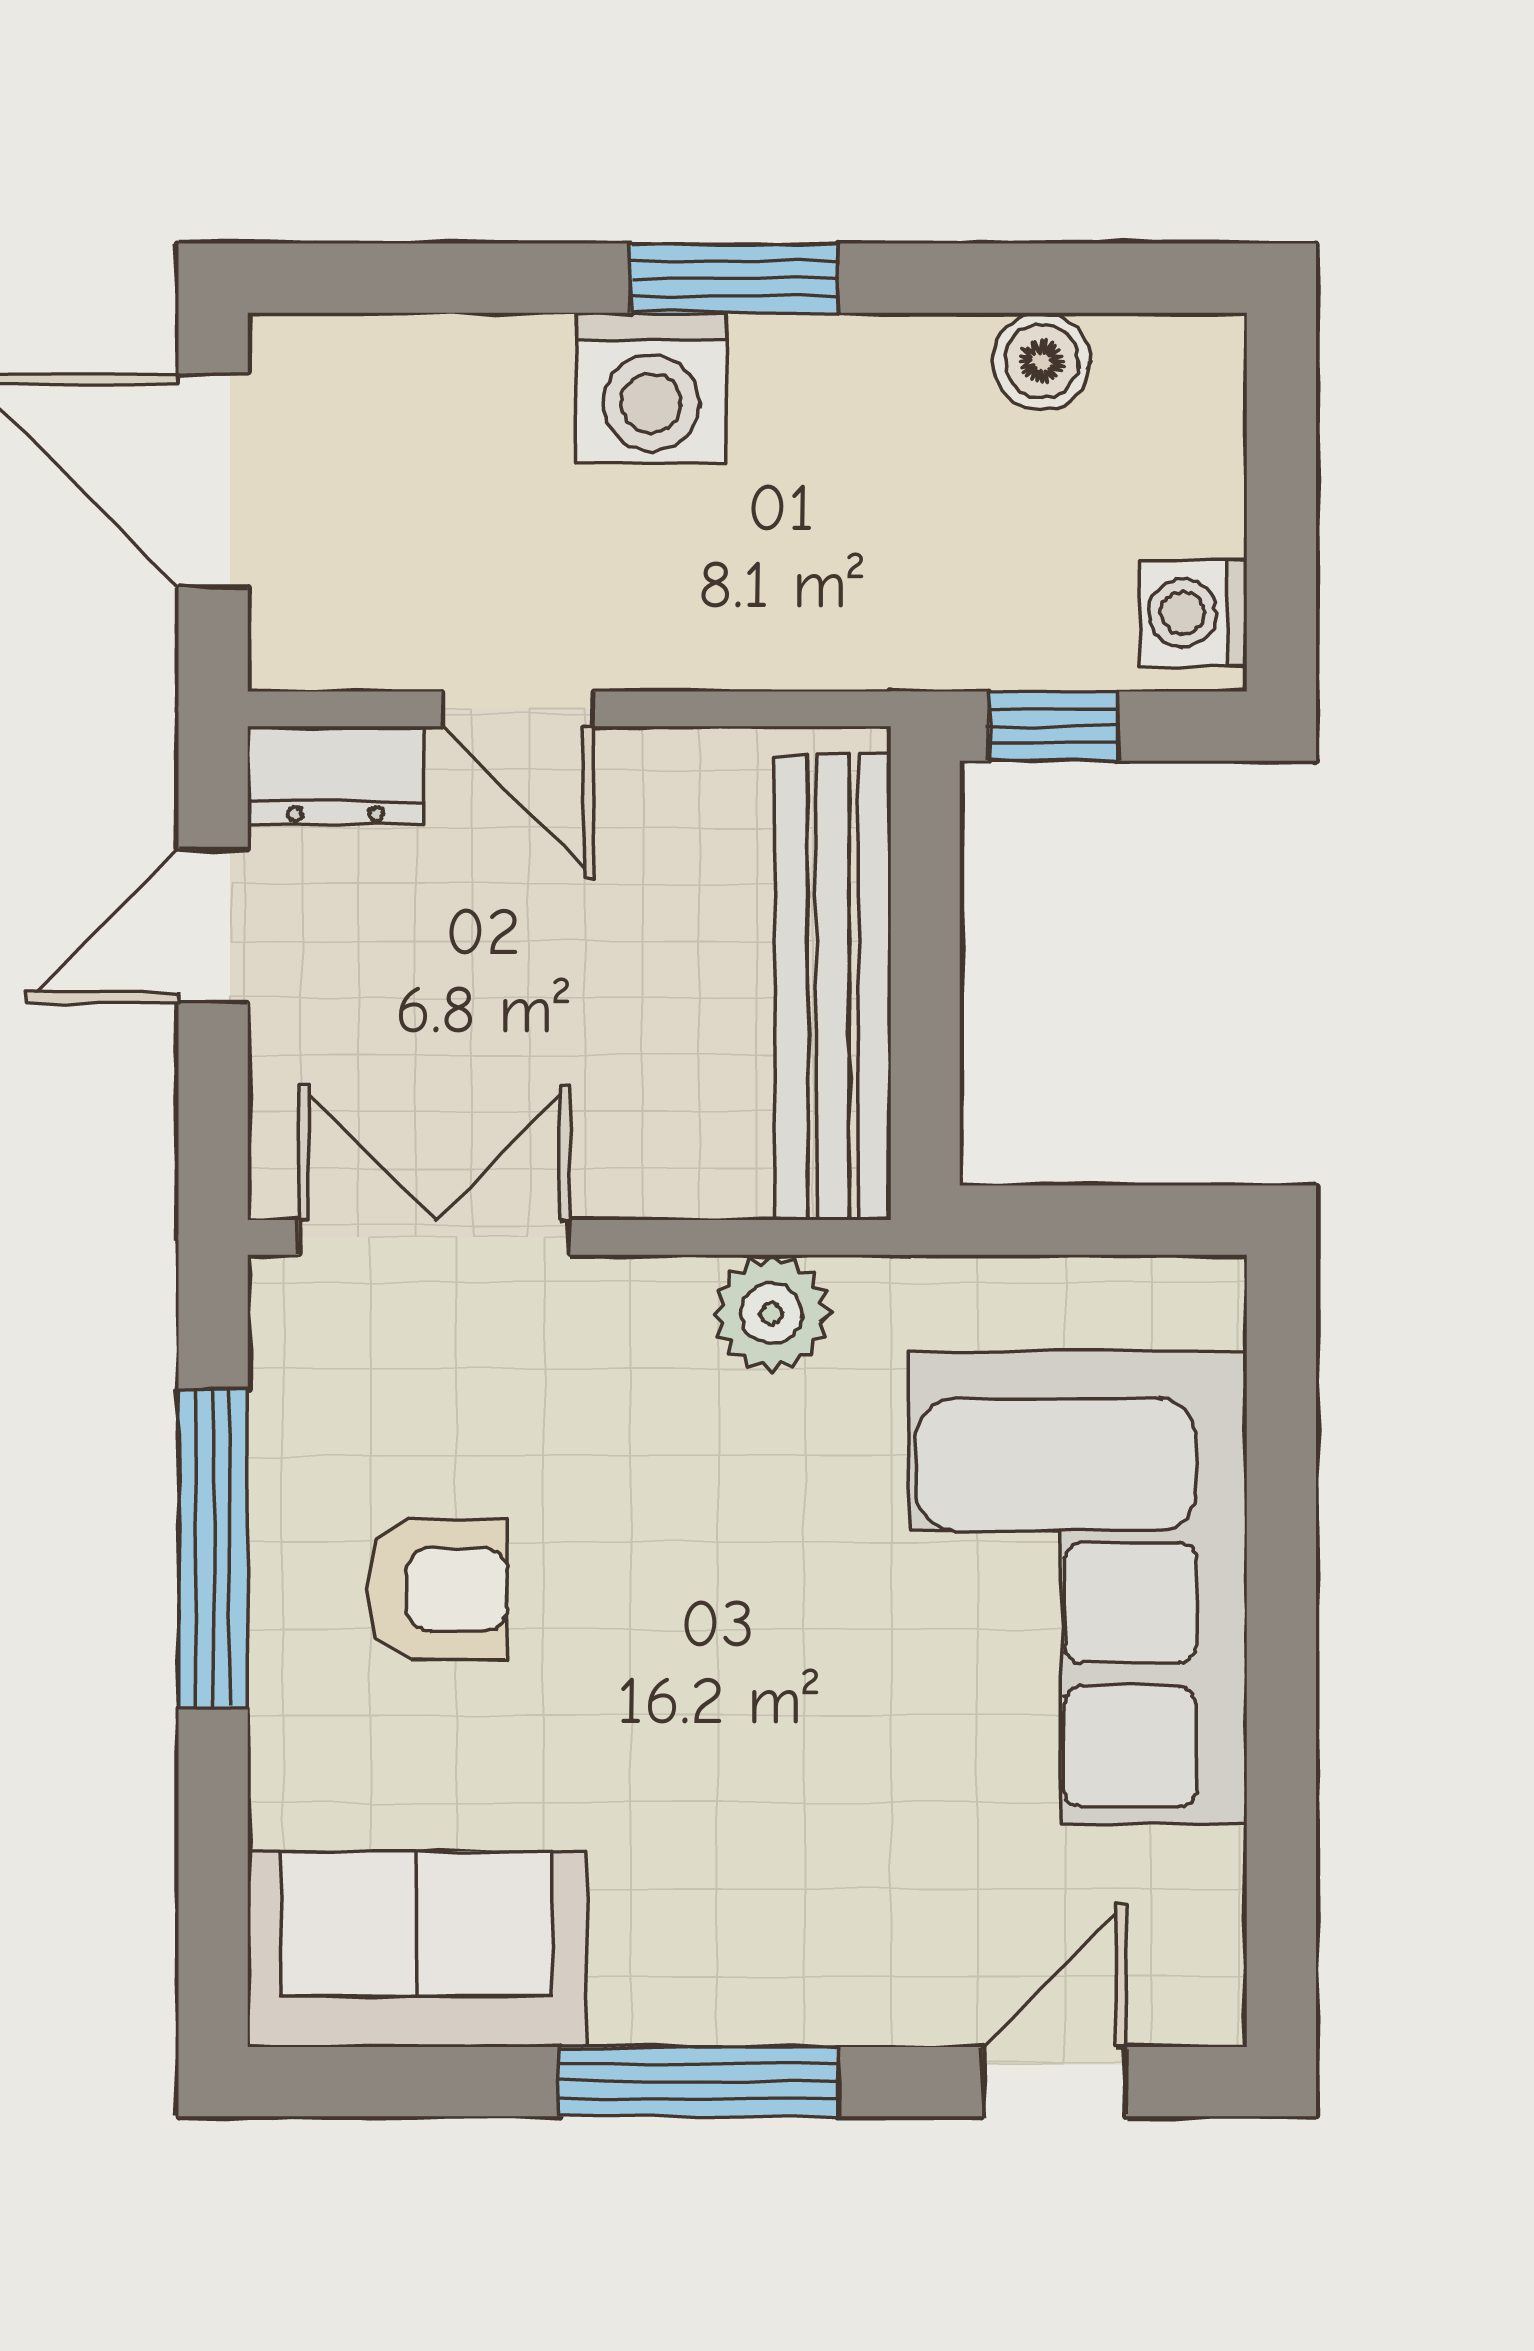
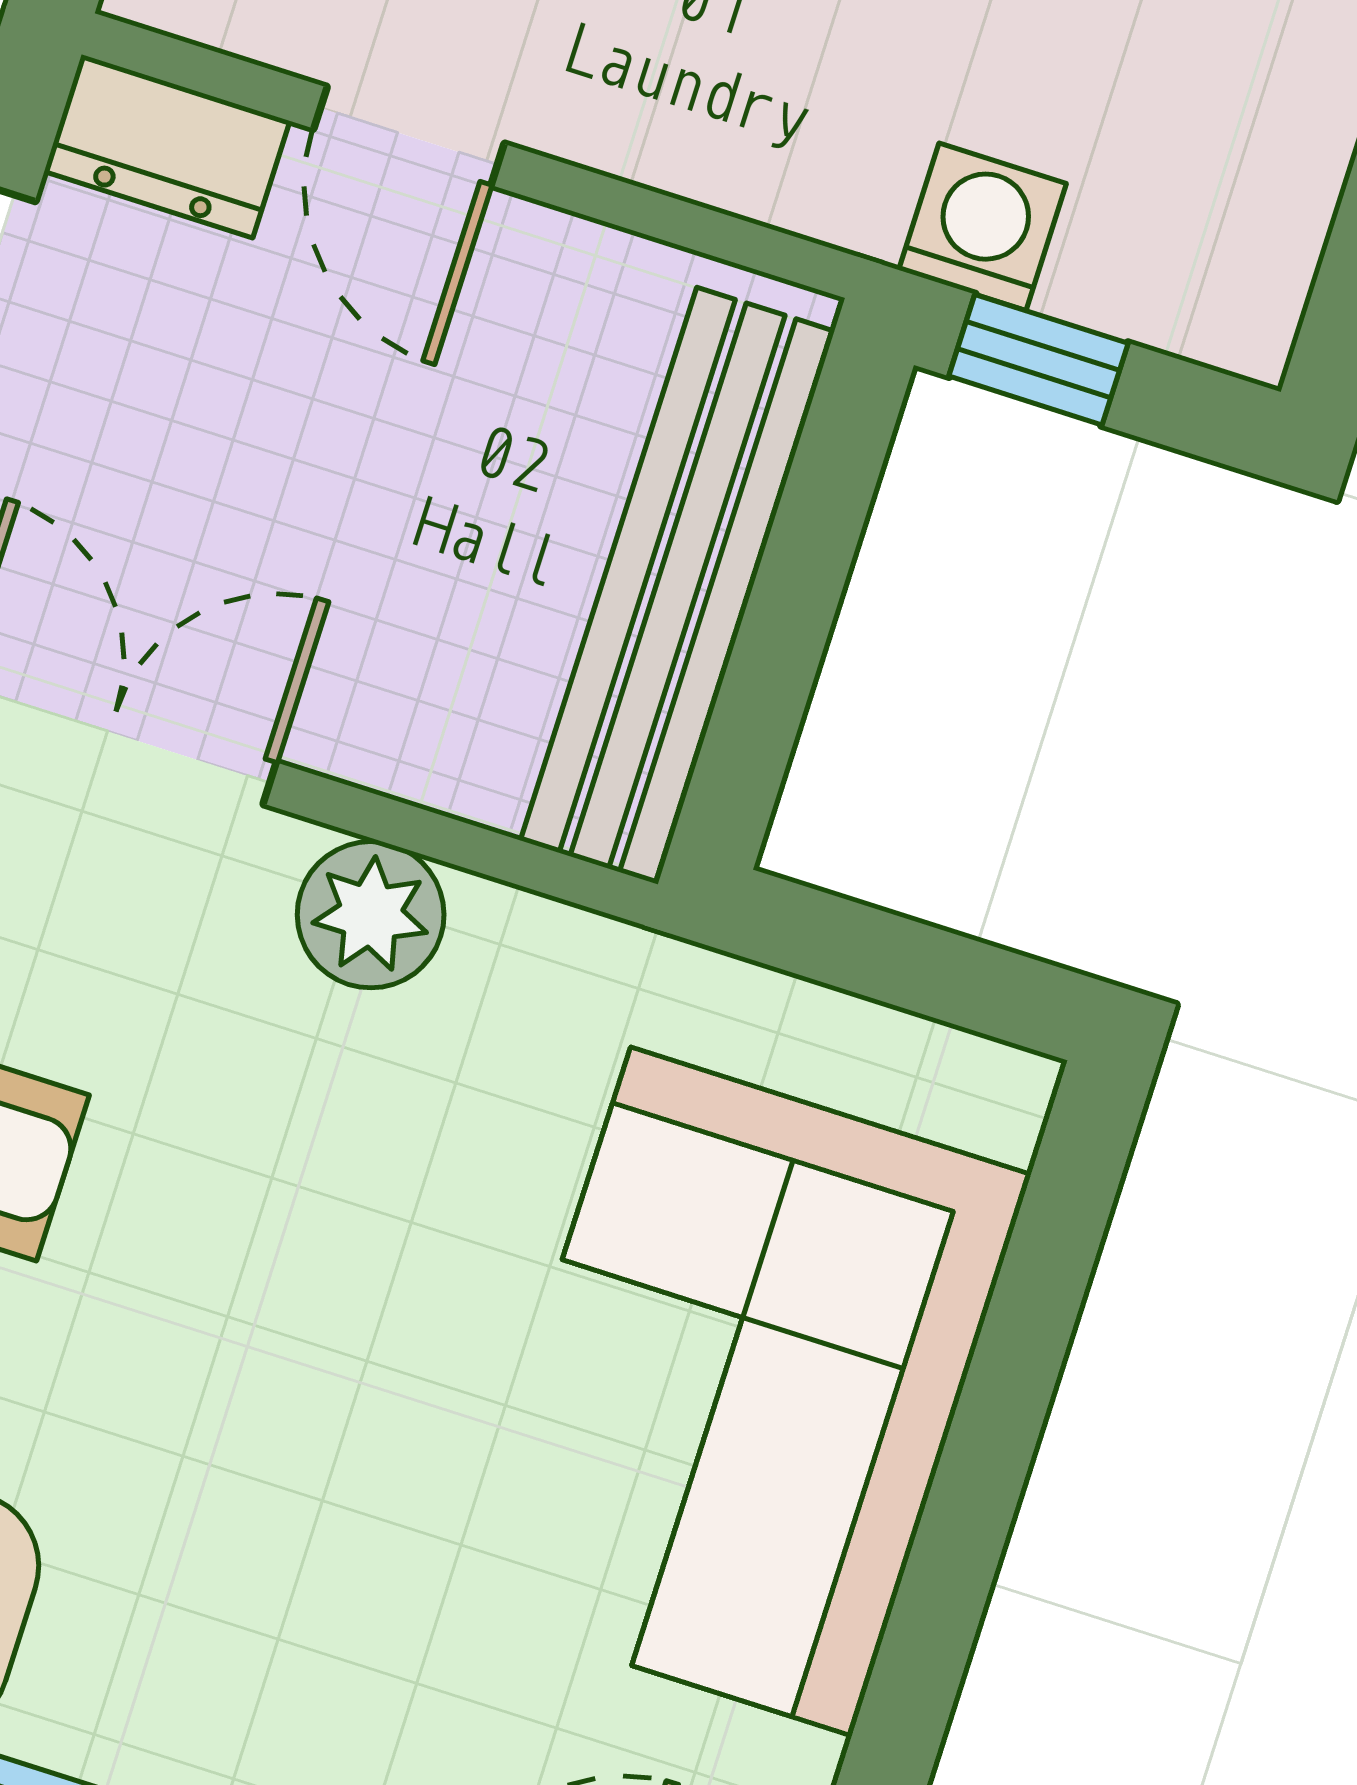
washing machine: (1193, 613) -> (983, 227), moved, turned 90
plant: (771, 1313) -> (371, 915), moved

